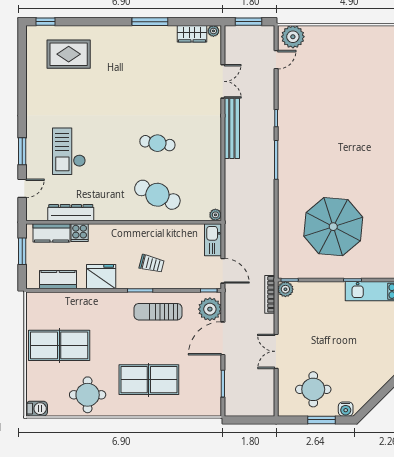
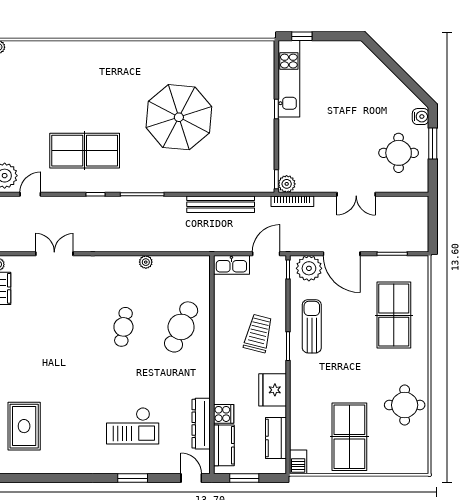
door: (276, 60) -> (30, 194), hinge flipped
table tennis table: (315, 108) -> (85, 151), added
bench: (232, 128) -> (221, 204), moved
door: (22, 188) -> (191, 478), moved
plant: (215, 215) -> (146, 262), moved
parasol: (333, 227) -> (179, 117), moved
trolley: (152, 264) -> (258, 333), width x1.36, depth x1.39
sun lounger: (158, 312) -> (312, 326), turned 180
table tennis table: (149, 380) -> (394, 315), moved
barbecue: (37, 409) -> (298, 462), moved, turned 180

